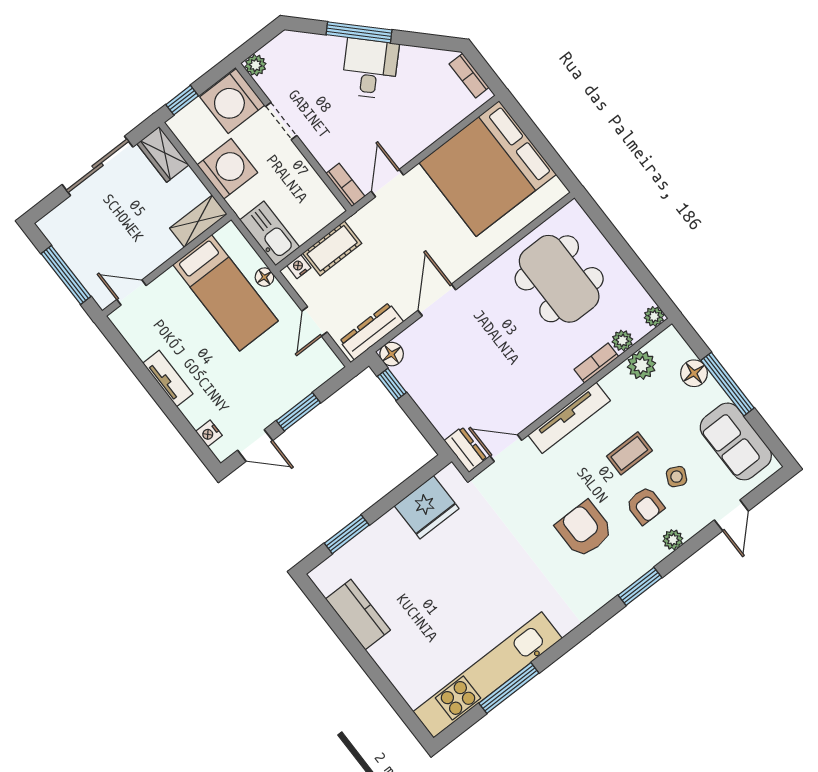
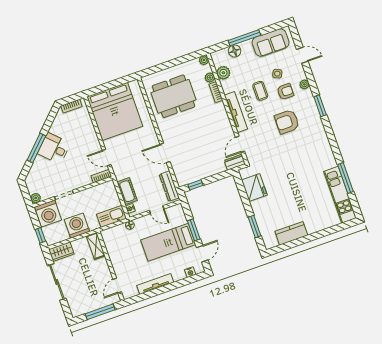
bed: (226, 293) -> (168, 242), moved, turned 180
floor lamp: (392, 354) -> (182, 181), removed
tv unit: (168, 378) -> (155, 284), width x1.41
kitchen unit: (488, 675) -> (340, 195), width x0.73

